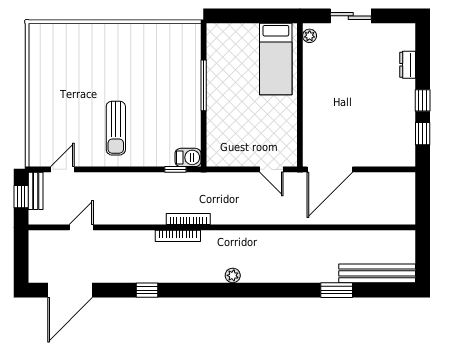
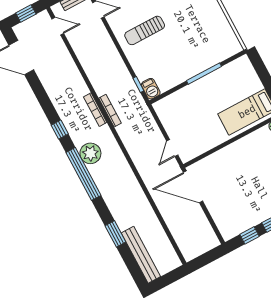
door: (81, 227) -> (58, 26), moved
window: (21, 257) -> (26, 13), added
plant: (233, 275) -> (90, 153), width x1.88, depth x1.88
window: (147, 290) -> (60, 130), moved
window: (246, 290) -> (83, 174), added

